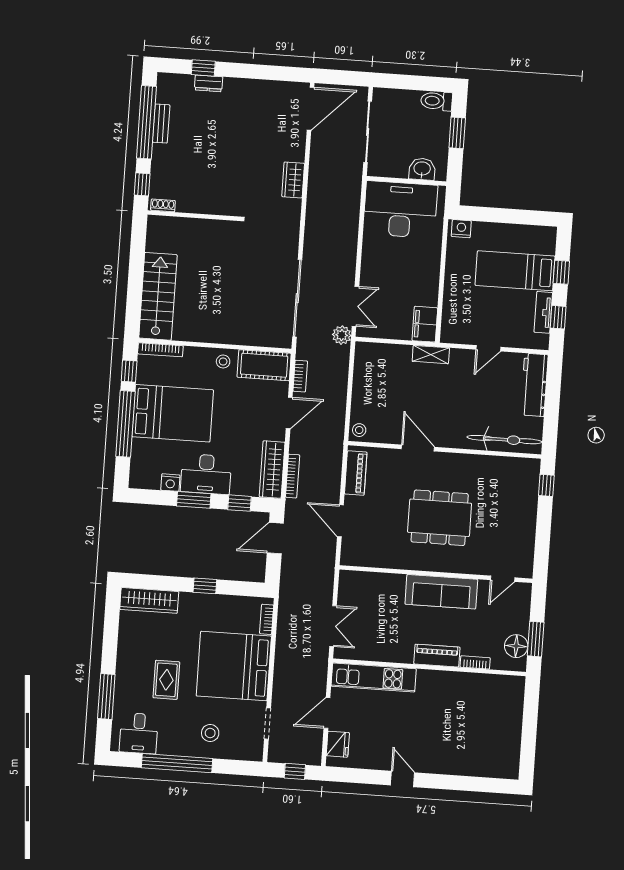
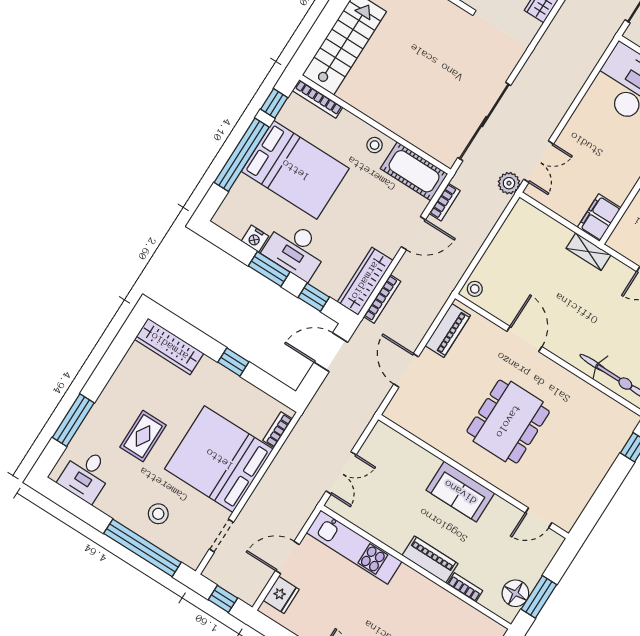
dining table: (440, 518) -> (508, 422), turned 90
sofa: (441, 592) -> (460, 492), width x0.73
window: (177, 763) -> (142, 548), moved

